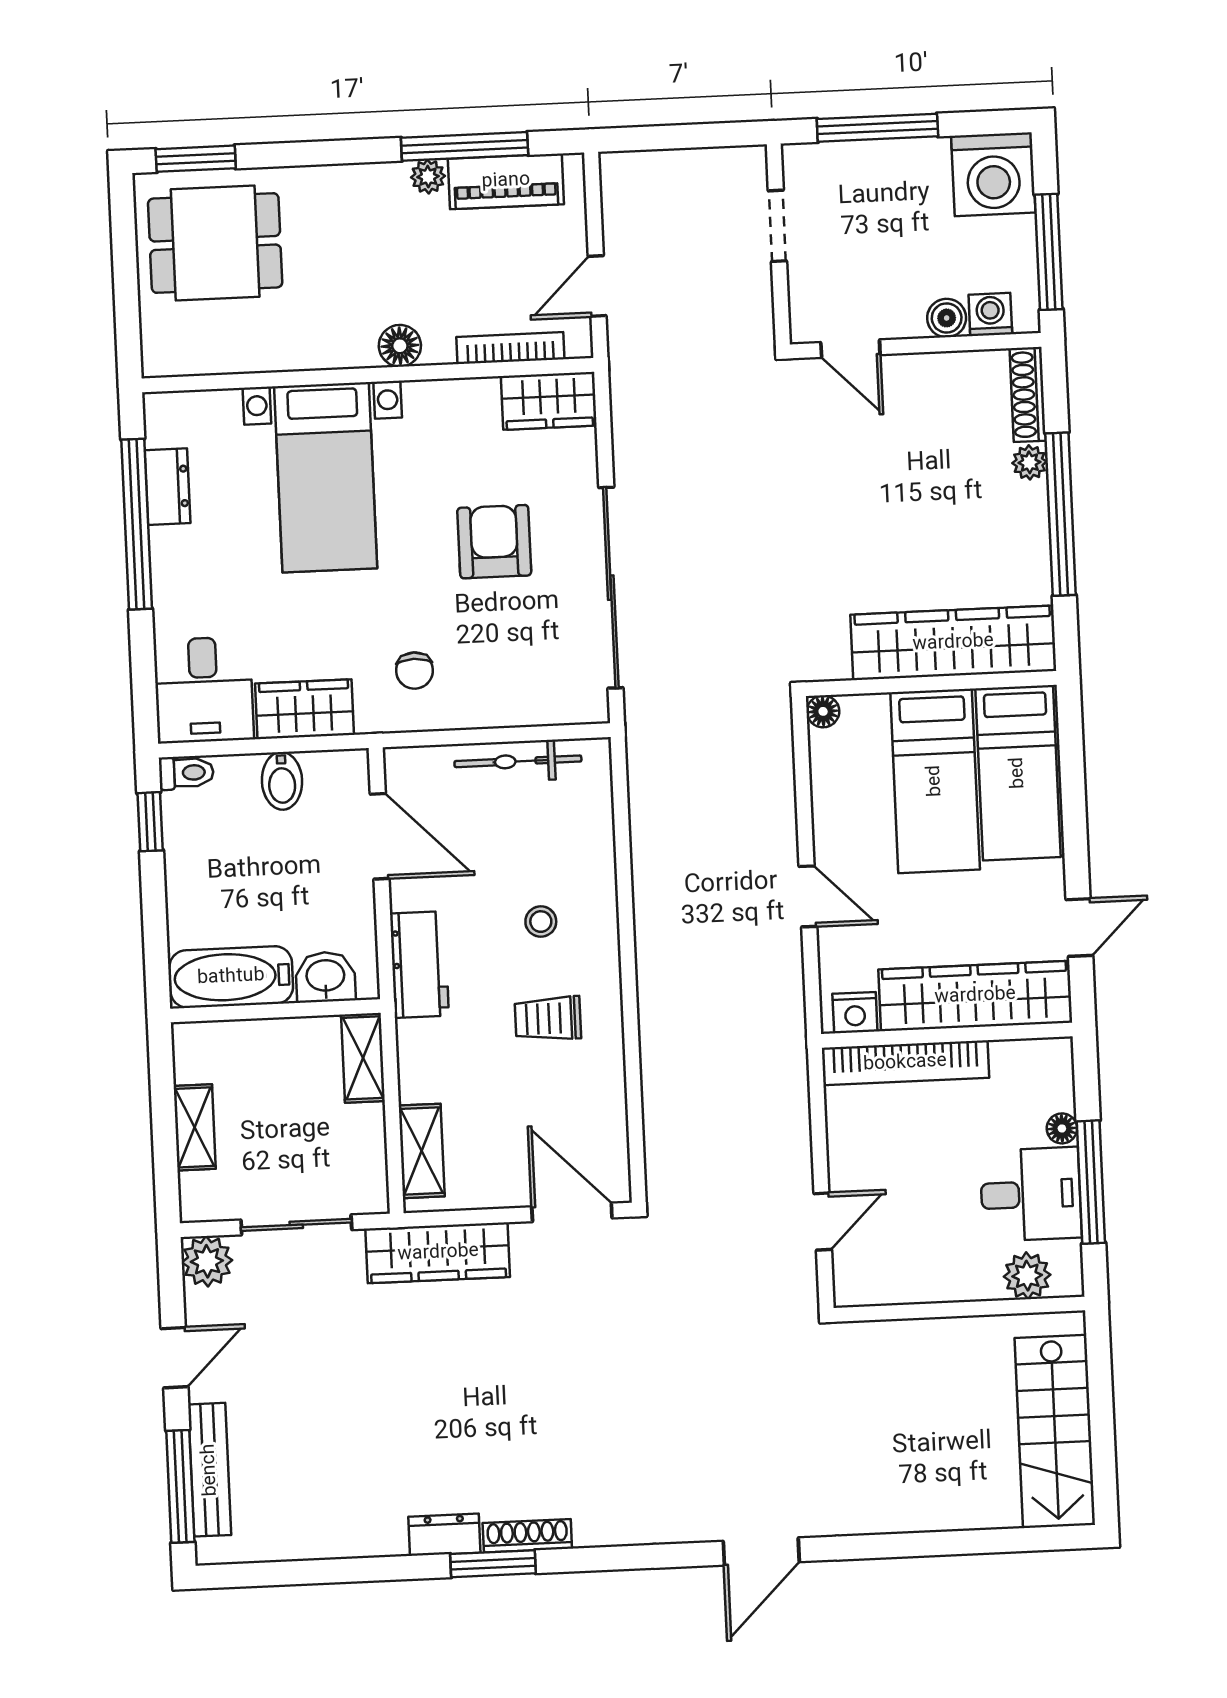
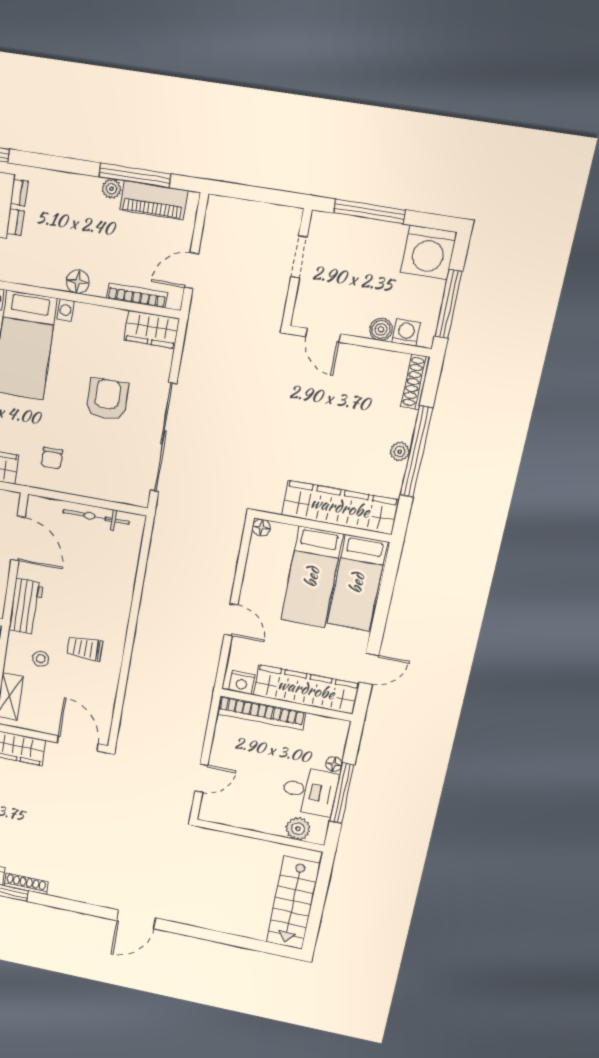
plant: (1029, 462) -> (400, 452), moved
stool: (541, 922) -> (41, 659), moved

